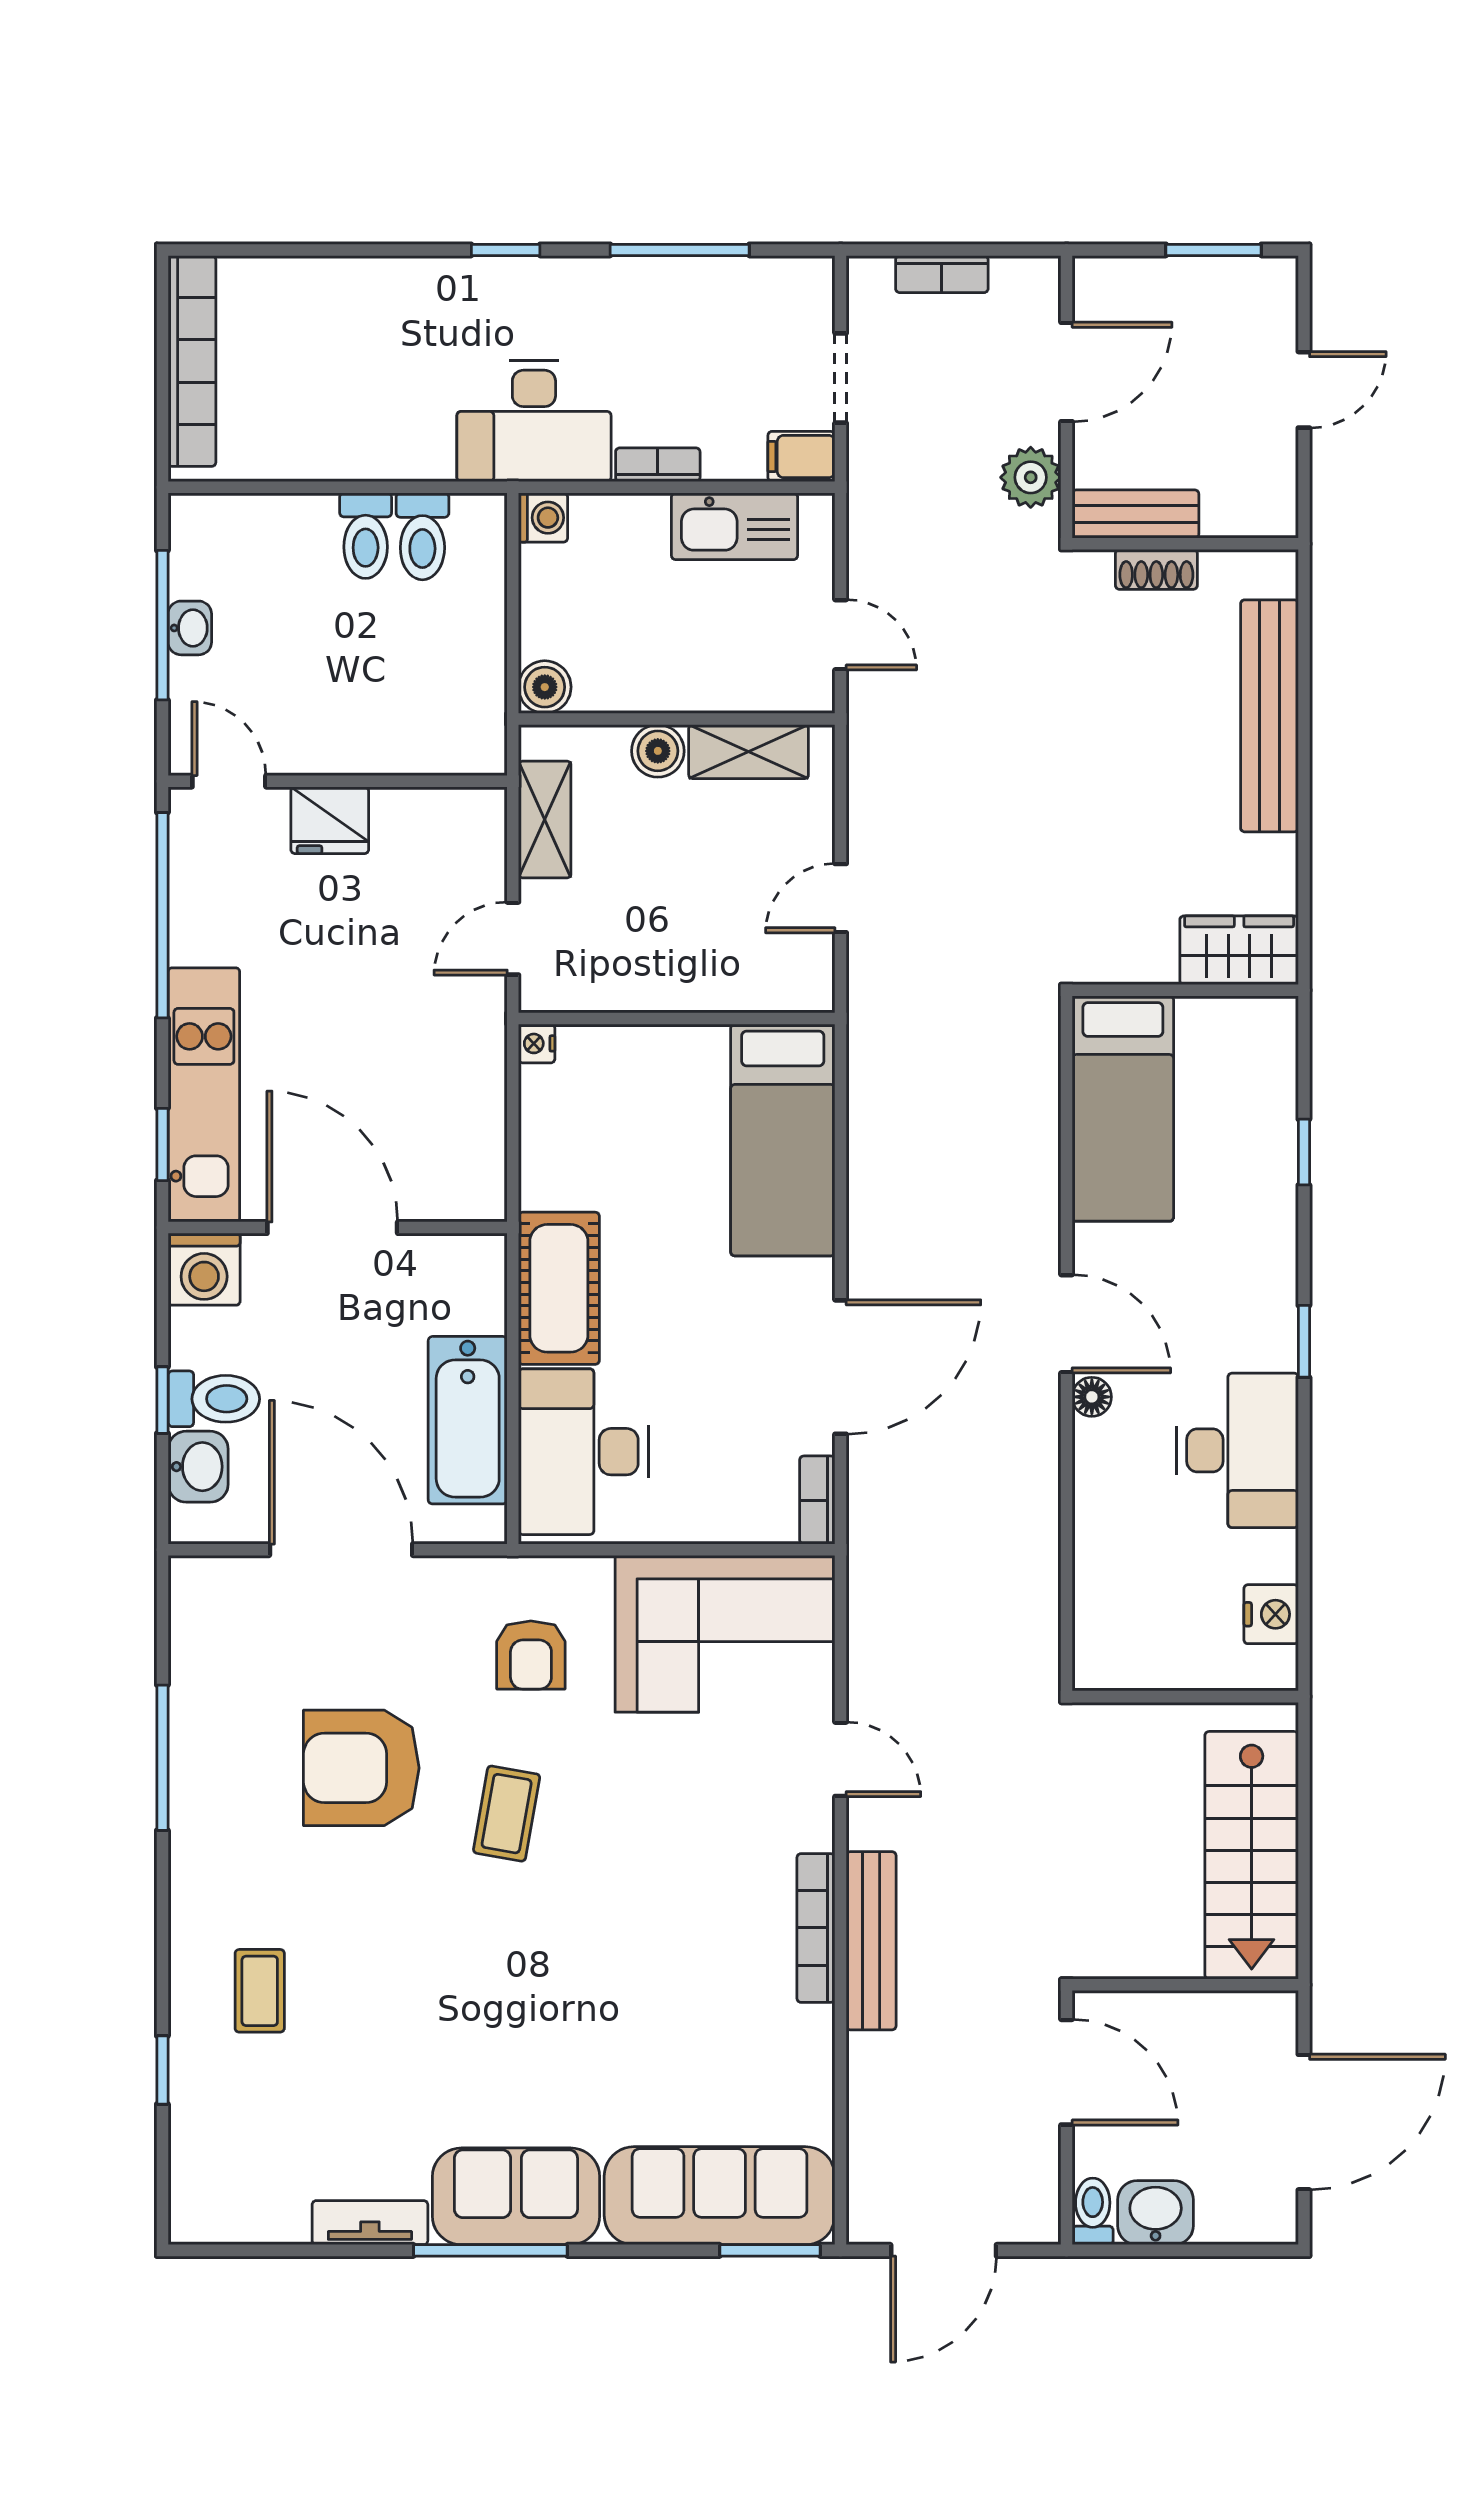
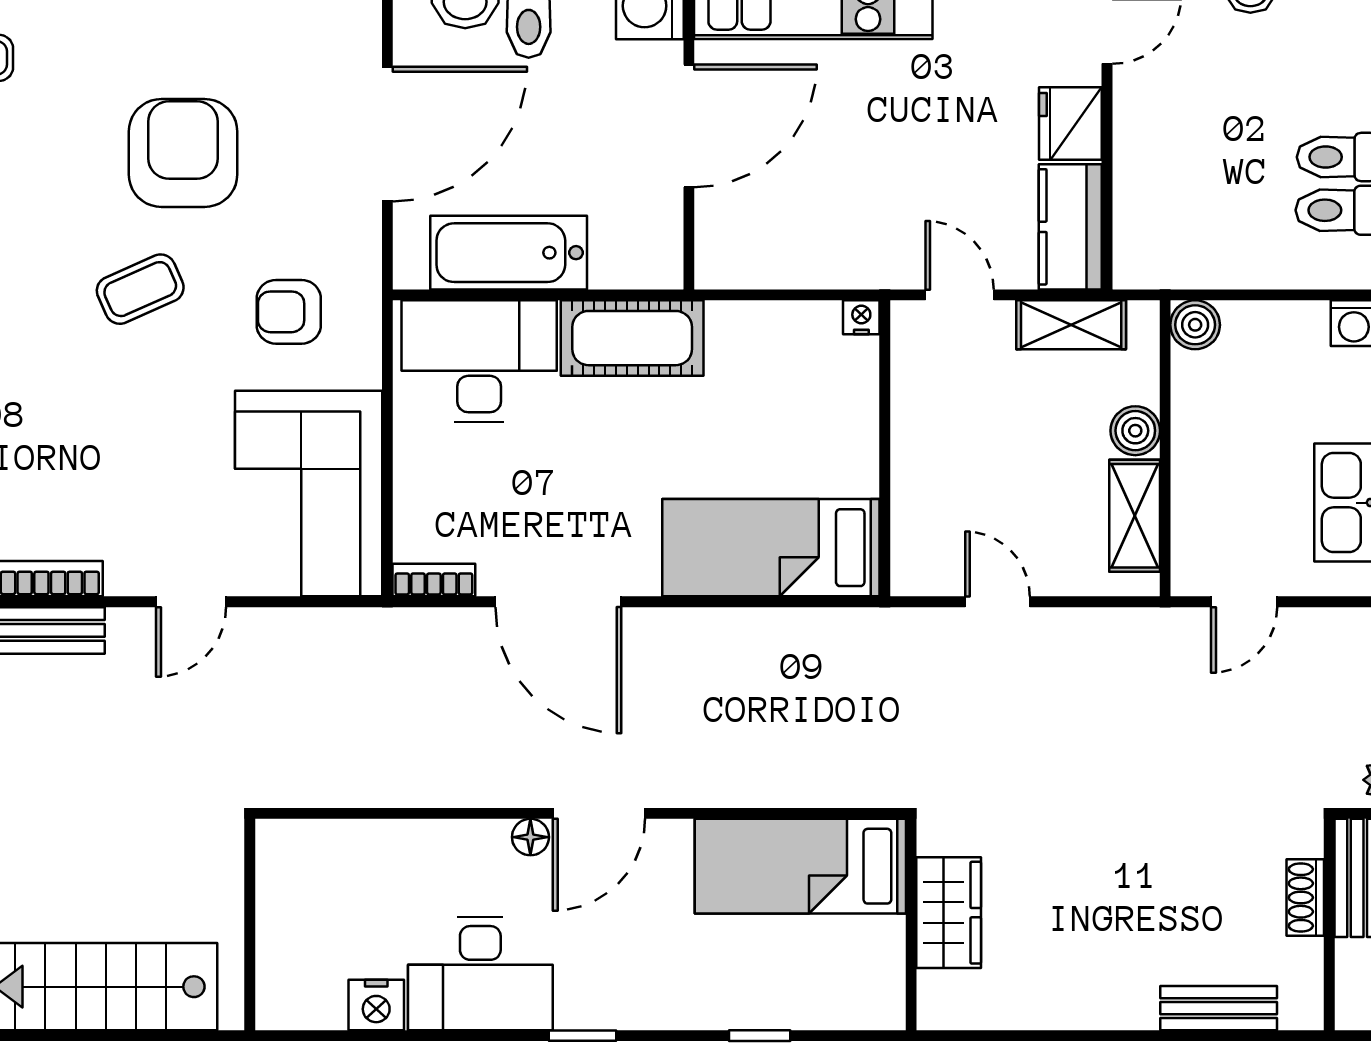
bench: (1269, 716) -> (1219, 1008), width x0.54, depth x0.82
kitchen counter: (440, 820) -> (1070, 227), added
wardrobe: (1239, 950) -> (949, 913), moved
nightstand: (1271, 1614) -> (376, 1005), moved
coffee table: (507, 1814) -> (140, 289), turned -34

